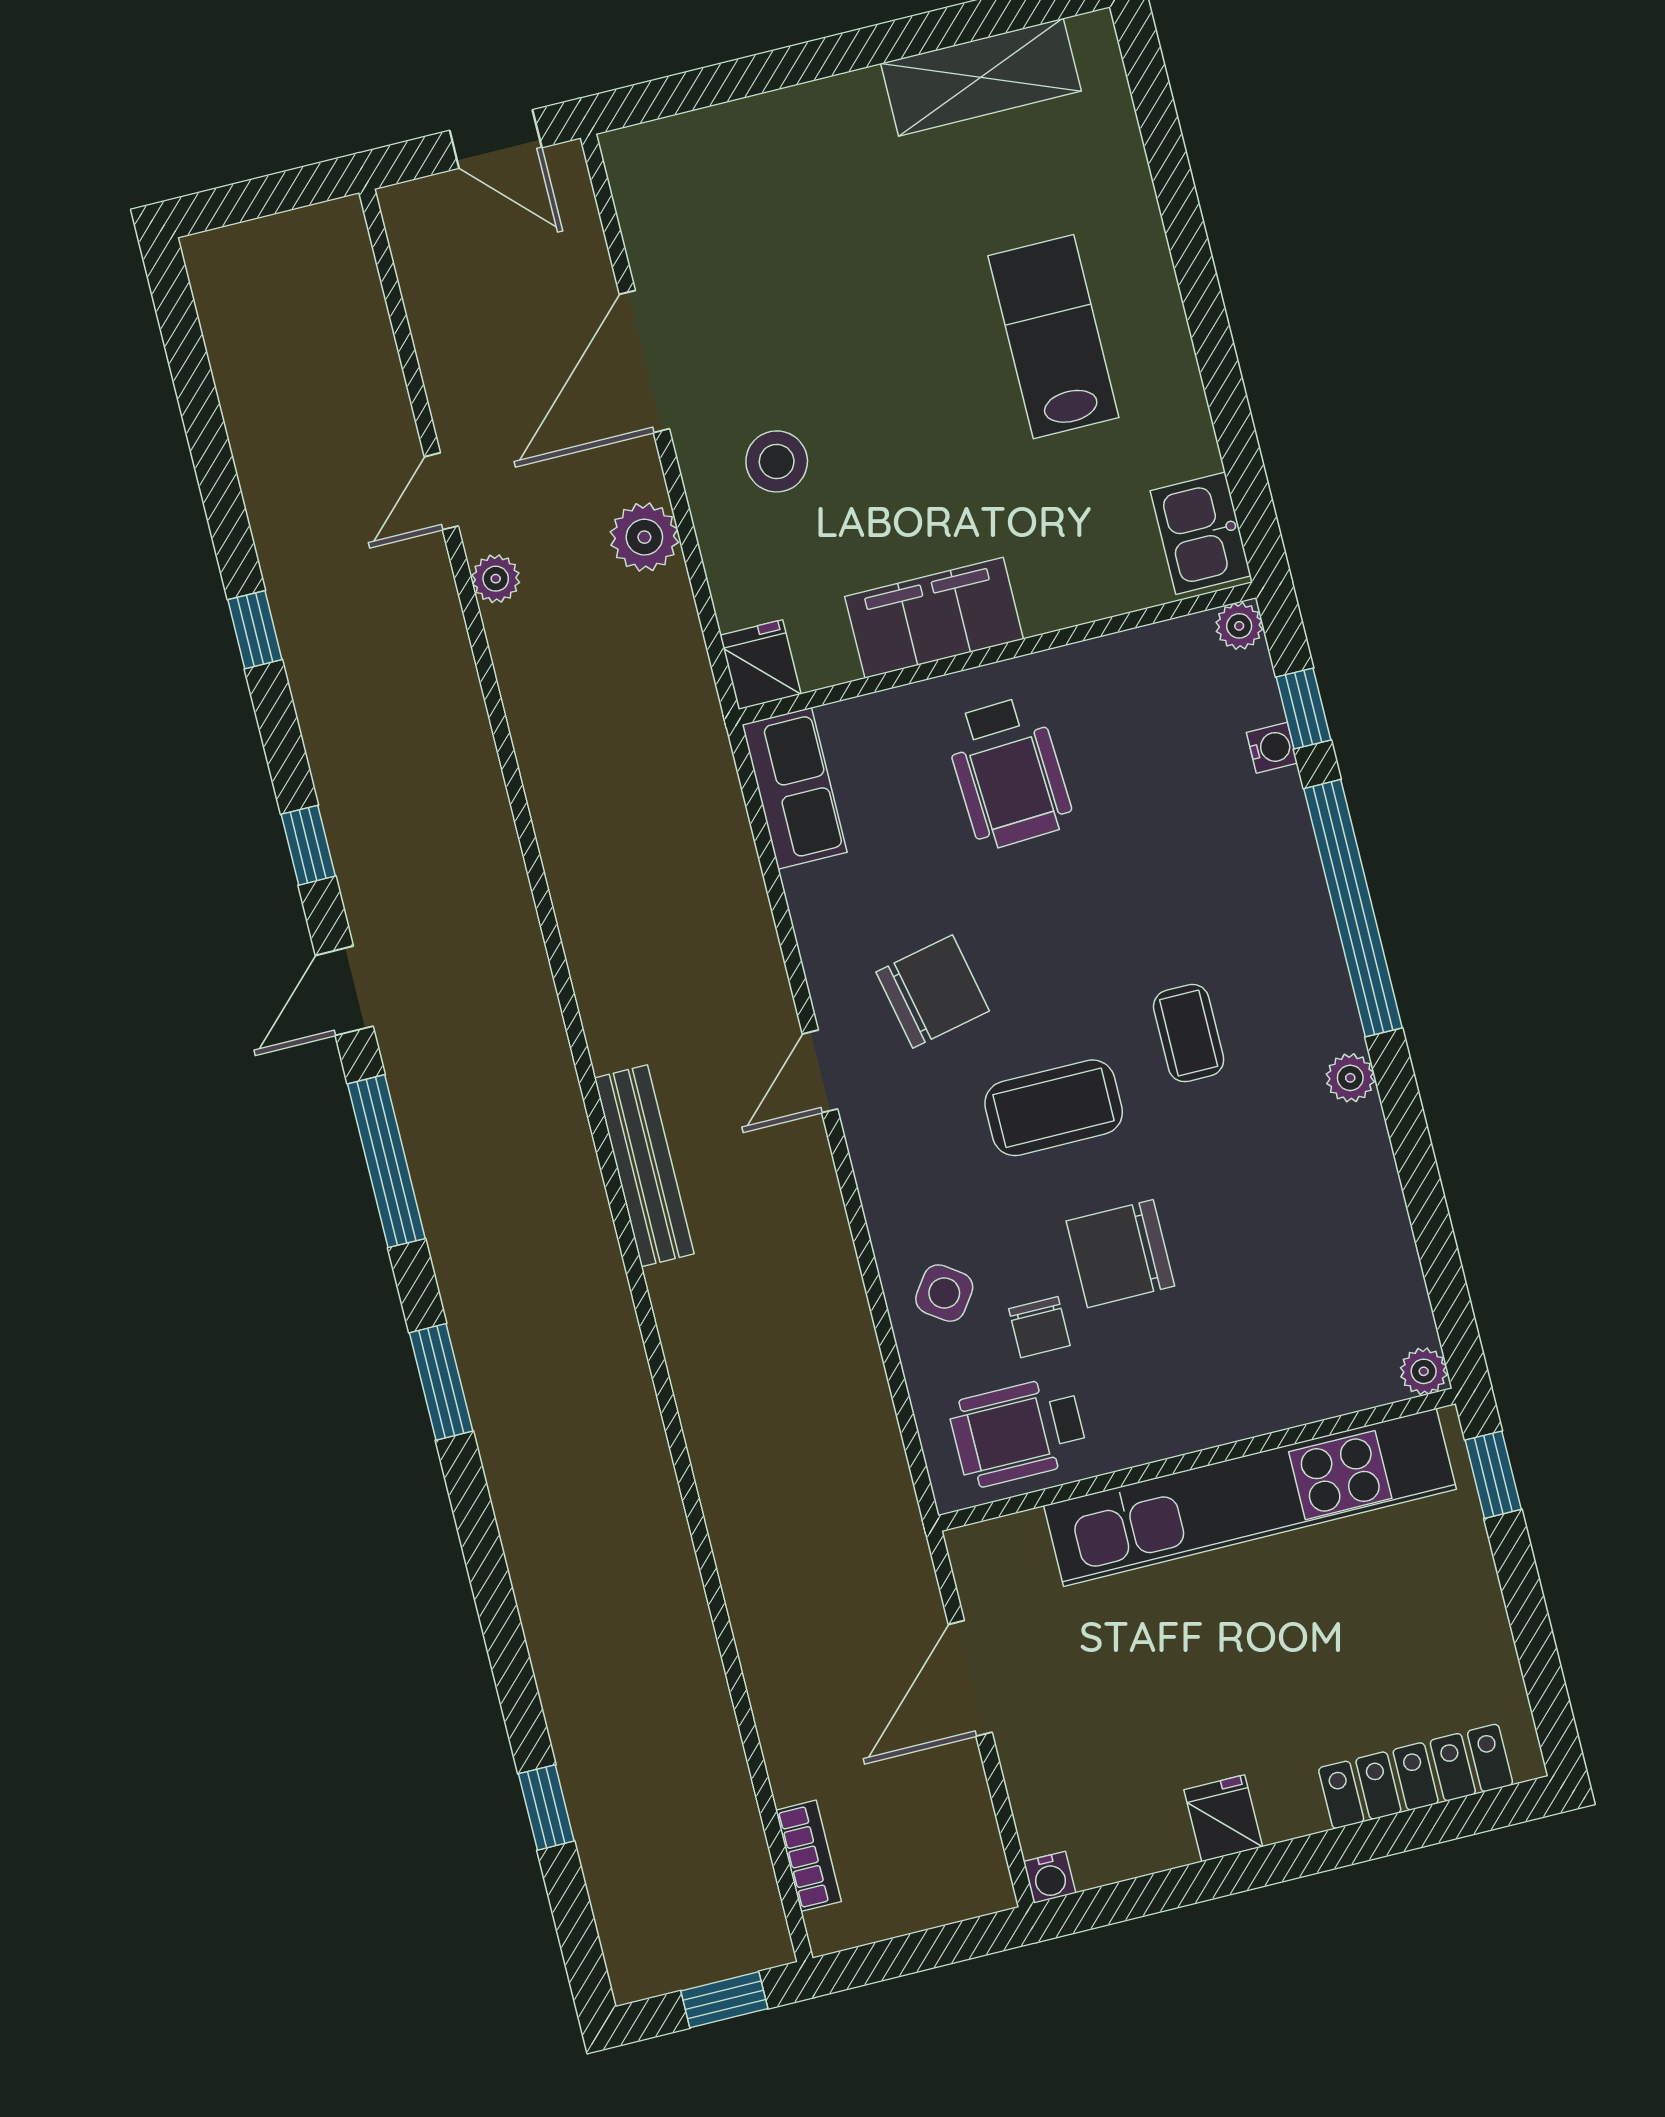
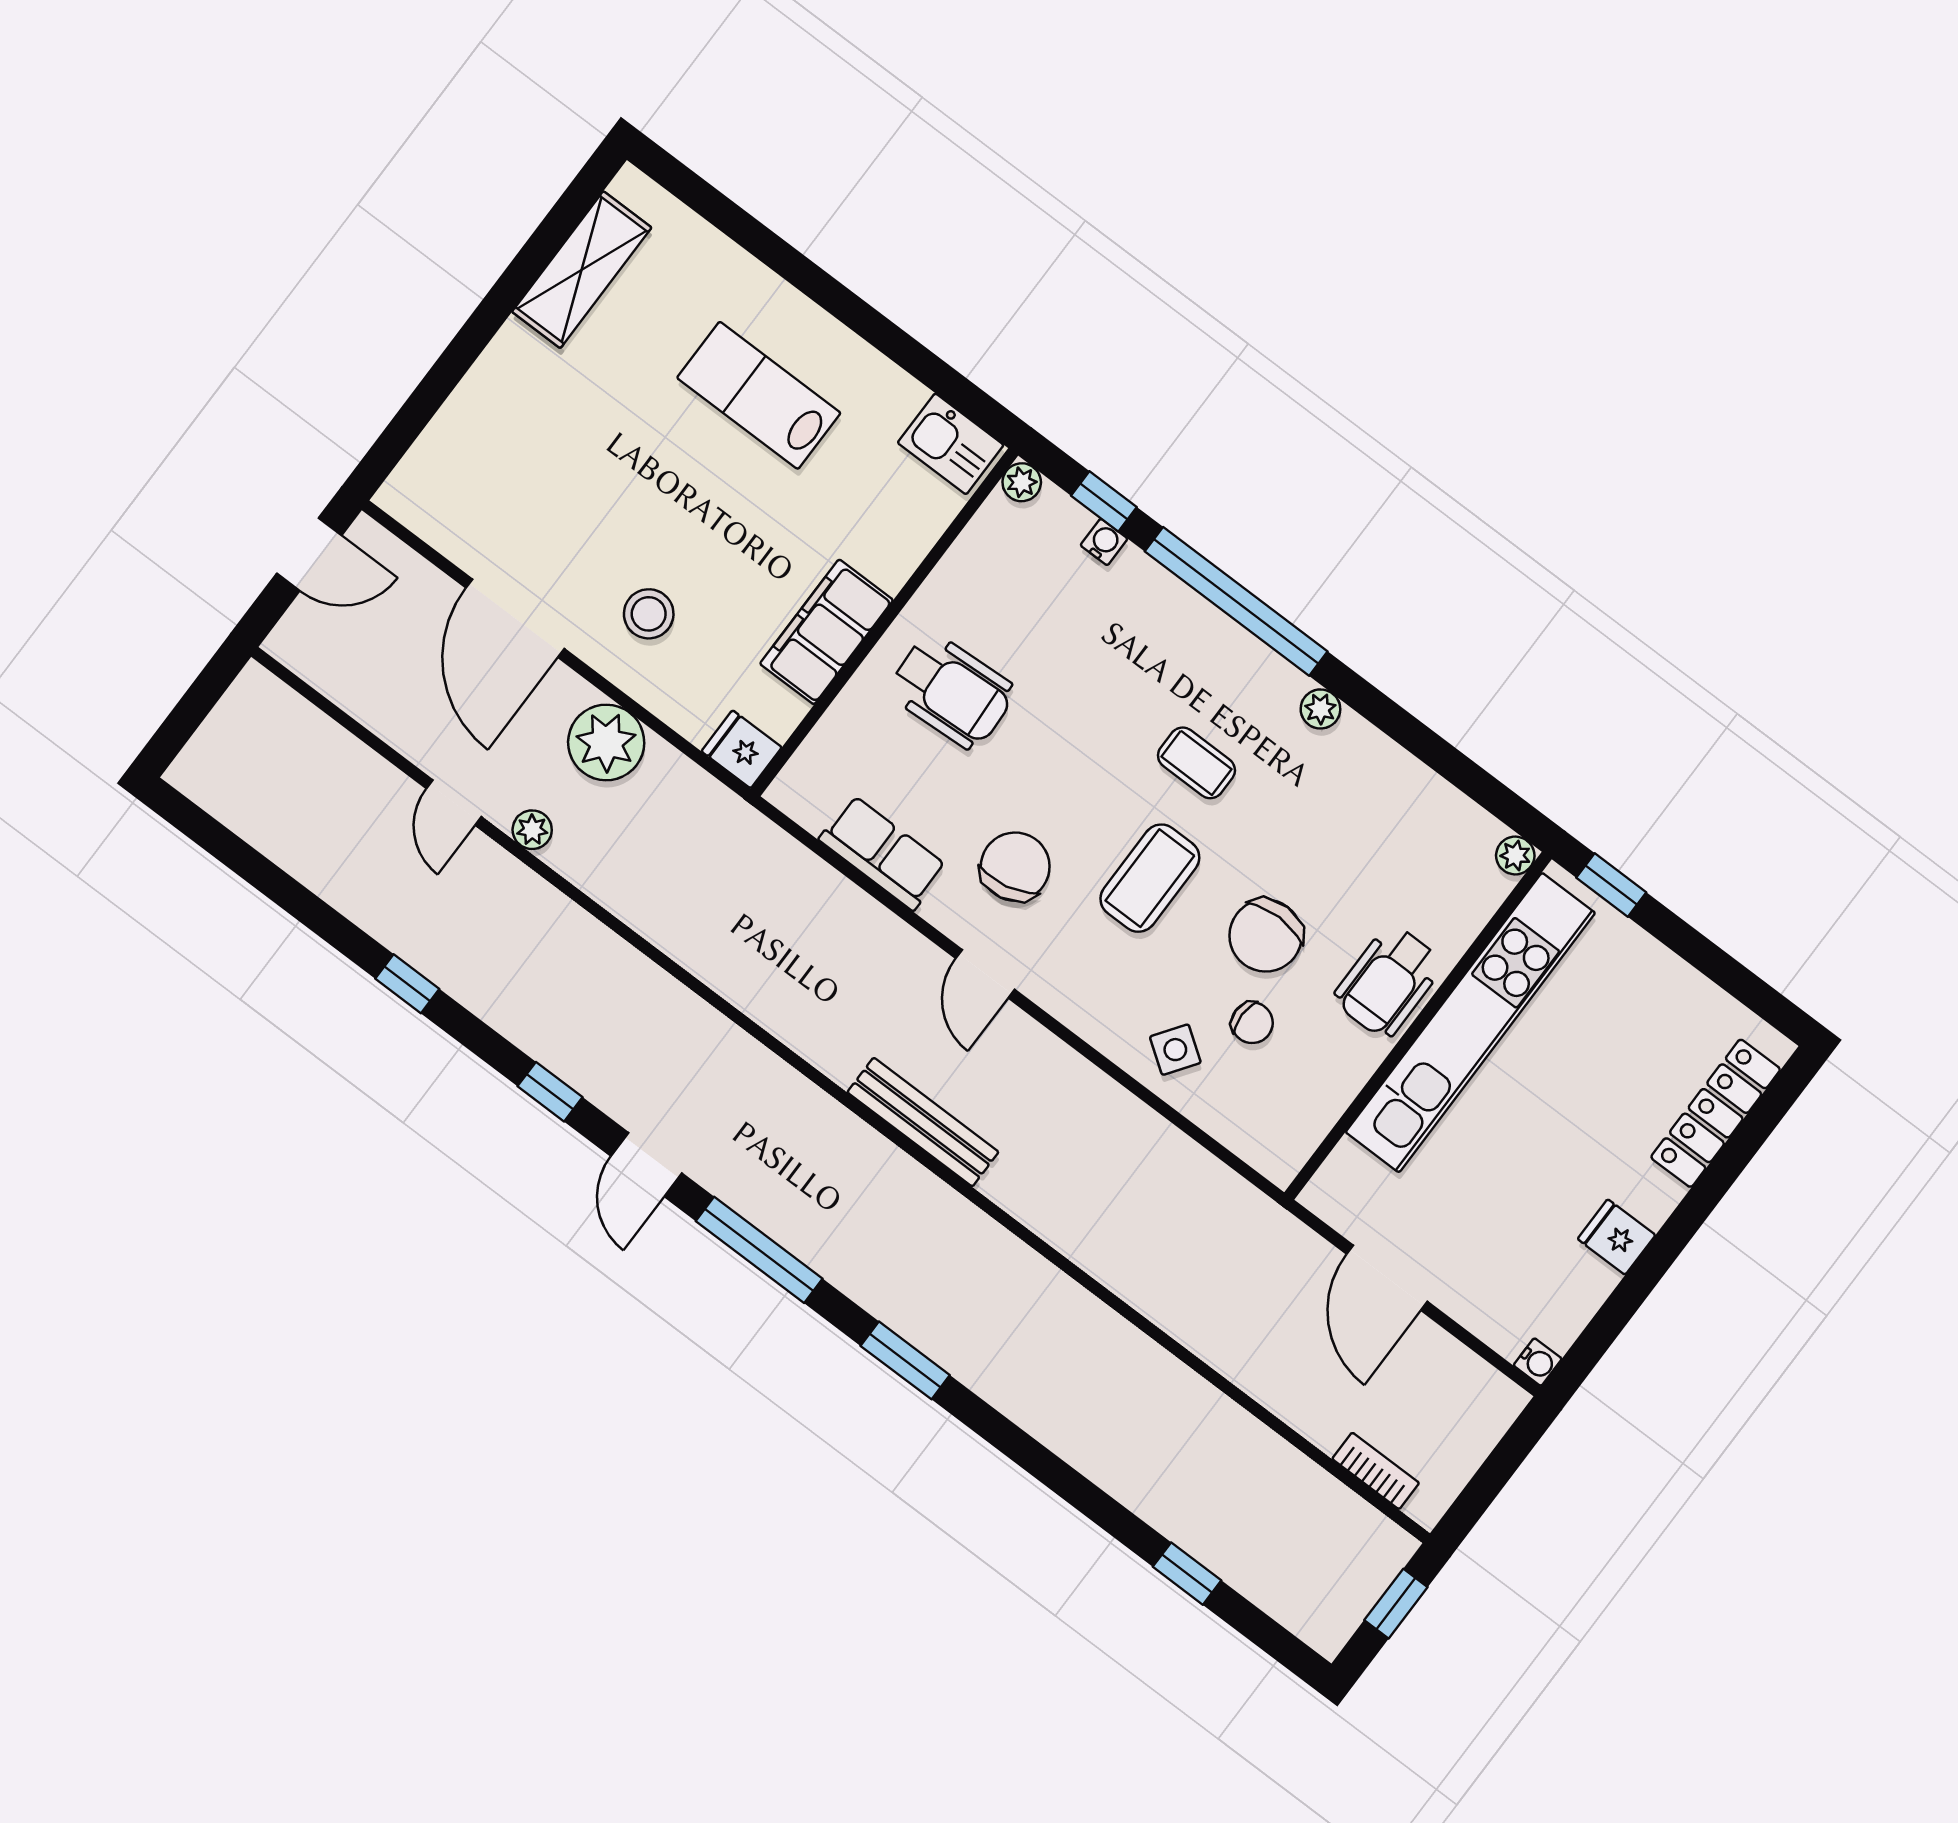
plant: (644, 537) -> (606, 742), width x1.36, depth x1.36
row of seats: (795, 788) -> (883, 853), moved
wheelchair: (1018, 1432) -> (1388, 981), moved

